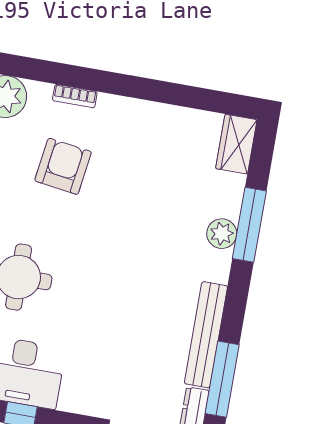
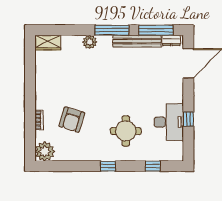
armchair: (63, 166) -> (72, 120), turned -81
window: (249, 225) -> (112, 30), moved

